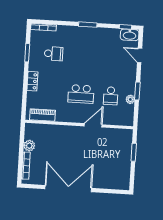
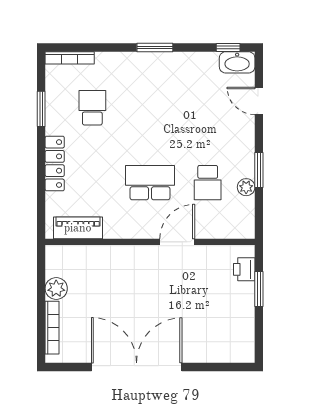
school desk: (54, 54) -> (92, 108), turned -90
locker: (32, 81) -> (55, 164), width x1.53
school desk: (81, 94) -> (150, 183), turned 180
printer: (127, 142) -> (244, 269), added

